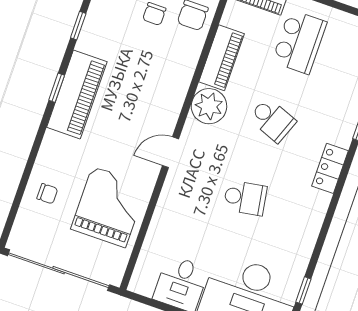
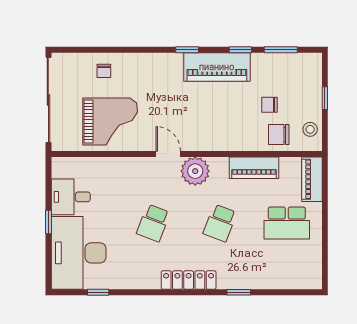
piano: (77, 95) -> (217, 67), moved
plant: (209, 106) -> (195, 171), moved
locker: (330, 168) -> (189, 280), width x1.53
school desk: (245, 198) -> (153, 223), turned 30

